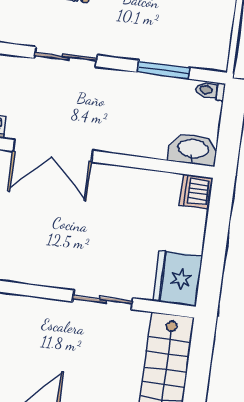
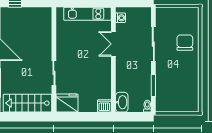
sliding door: (66, 57) -> (153, 44), width x1.37
double door: (53, 151) -> (113, 44), width x0.73

